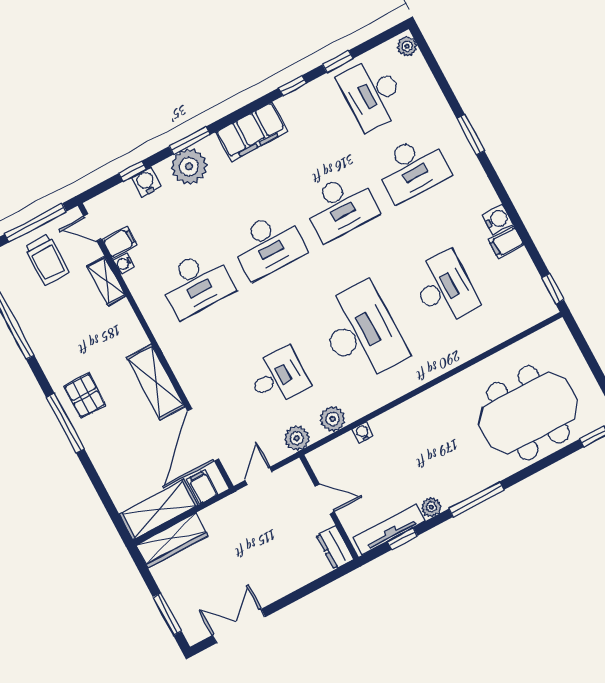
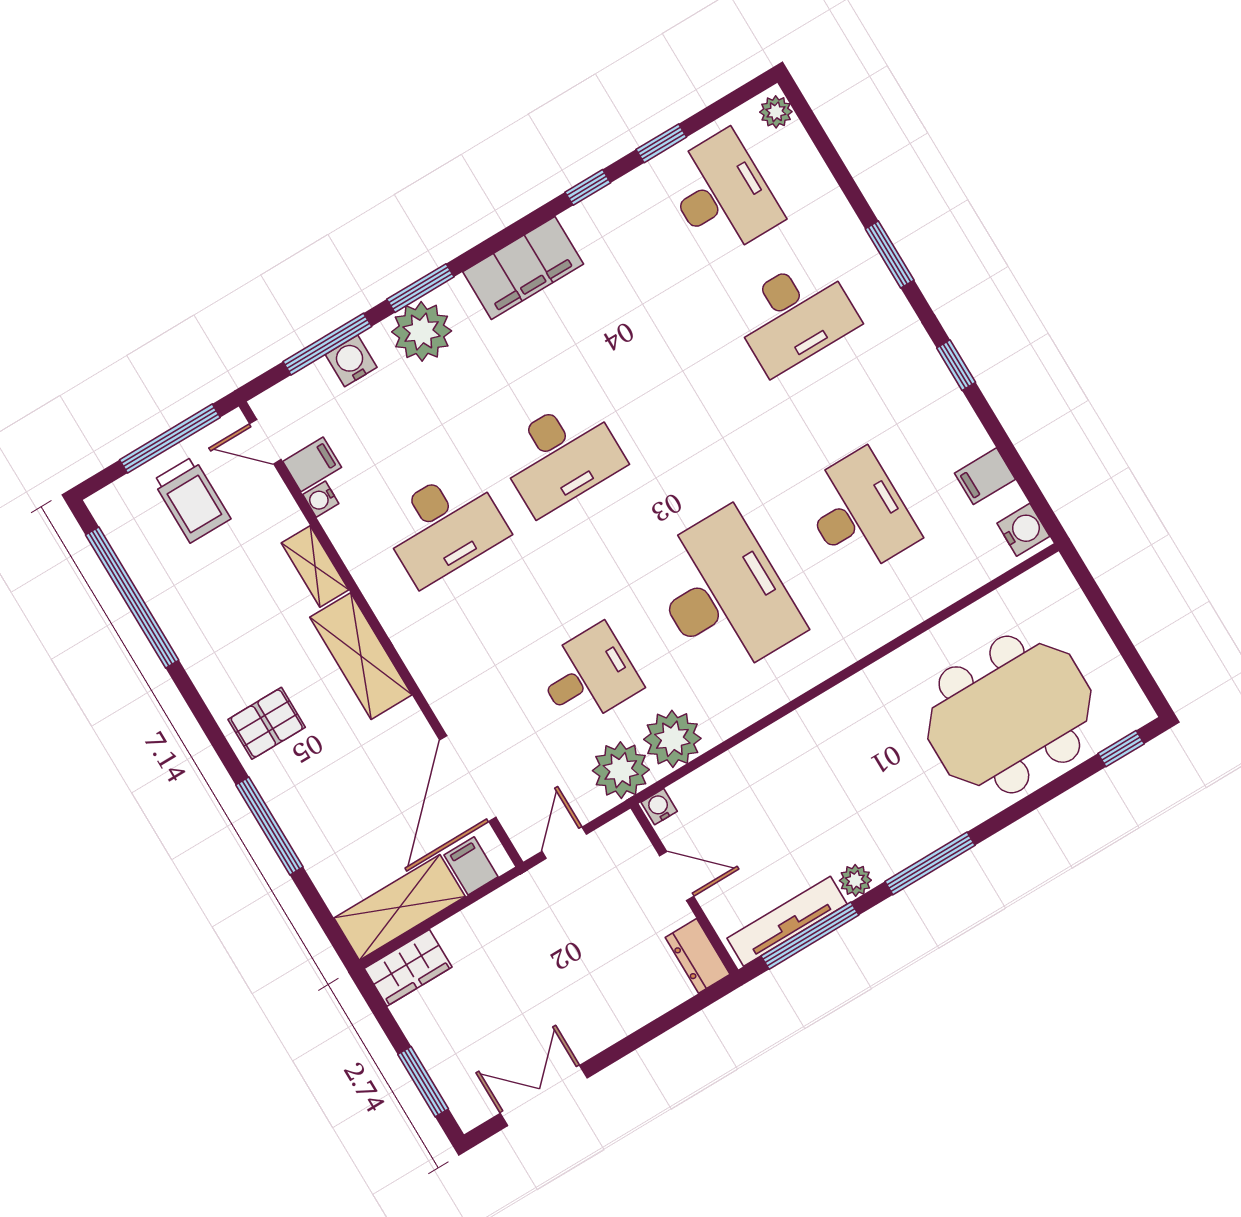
desk: (372, 94) -> (722, 194), turned 180
window: (132, 171) -> (327, 344), width x2.17
desk: (340, 207) -> (678, 386), removed
water cooler: (497, 219) -> (1023, 530), moved
filing cabinet: (506, 242) -> (985, 476), moved
shelving: (106, 281) -> (315, 566), moved
window: (553, 289) -> (956, 365), moved
shelving: (156, 382) -> (361, 656), moved
pallet: (85, 396) -> (267, 723), turned 90
plant: (333, 419) -> (672, 739), width x1.36, depth x1.36
window: (65, 423) -> (269, 826), moved
water cooler: (363, 432) -> (659, 807), moved
plant: (297, 438) -> (621, 770), width x1.36, depth x1.36
window: (403, 539) -> (810, 936), width x2.17
wardrobe: (172, 540) -> (408, 968), width x0.67

